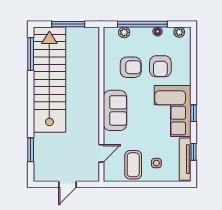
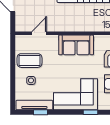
window: (194, 113) -> (91, 112), moved
door: (101, 153) -> (39, 33), swing flipped

